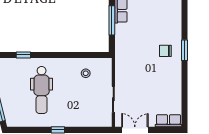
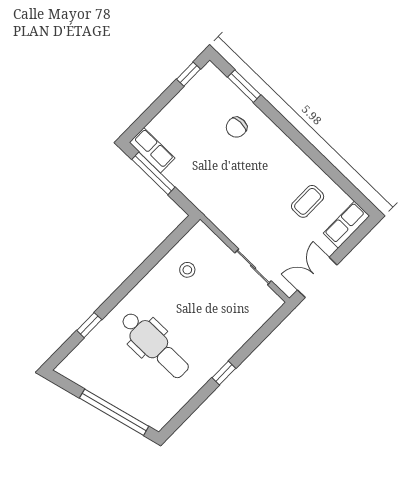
window: (184, 50) -> (244, 86), moved
chair: (165, 51) -> (236, 127), moved
coffee table: (162, 95) -> (308, 201), added

